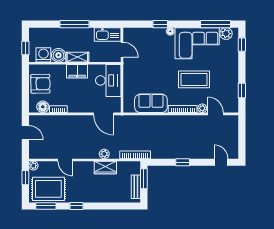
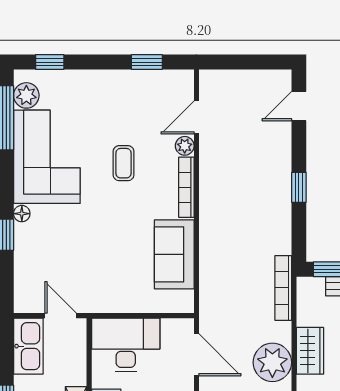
door: (122, 50) -> (61, 316), hinge flipped
coffee table: (194, 79) -> (124, 163), width x0.54, depth x0.58
door: (104, 114) -> (196, 355), hinge flipped
plant: (104, 154) -> (272, 362), width x1.87, depth x1.87

